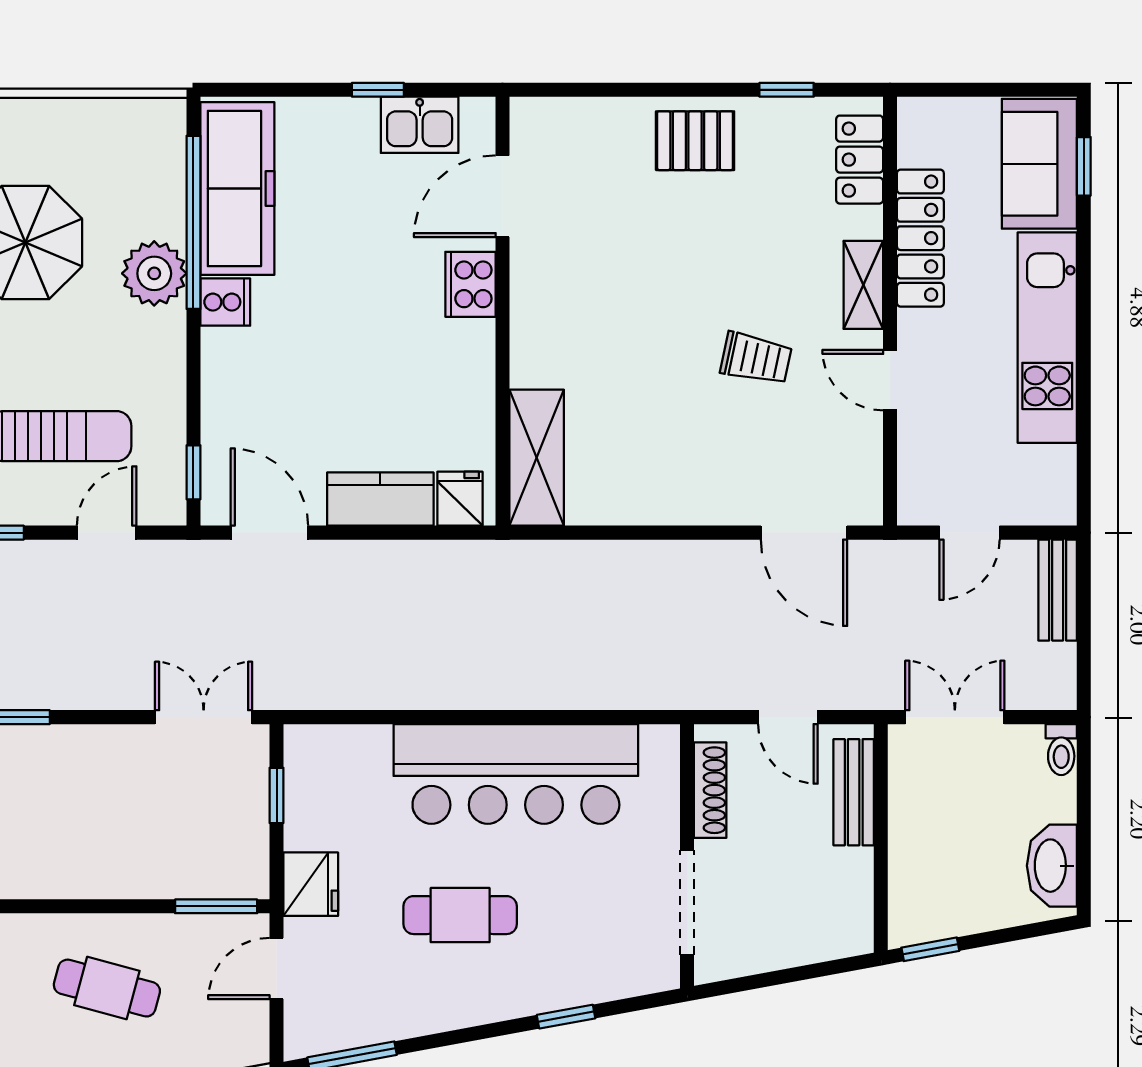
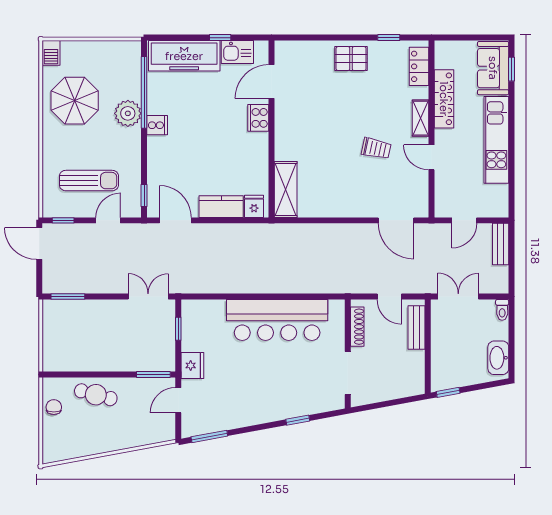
freezer: (237, 188) -> (184, 56), moved, turned 90
cafe table: (460, 915) -> (254, 378), removed
cafe table: (107, 988) -> (96, 395), moved

